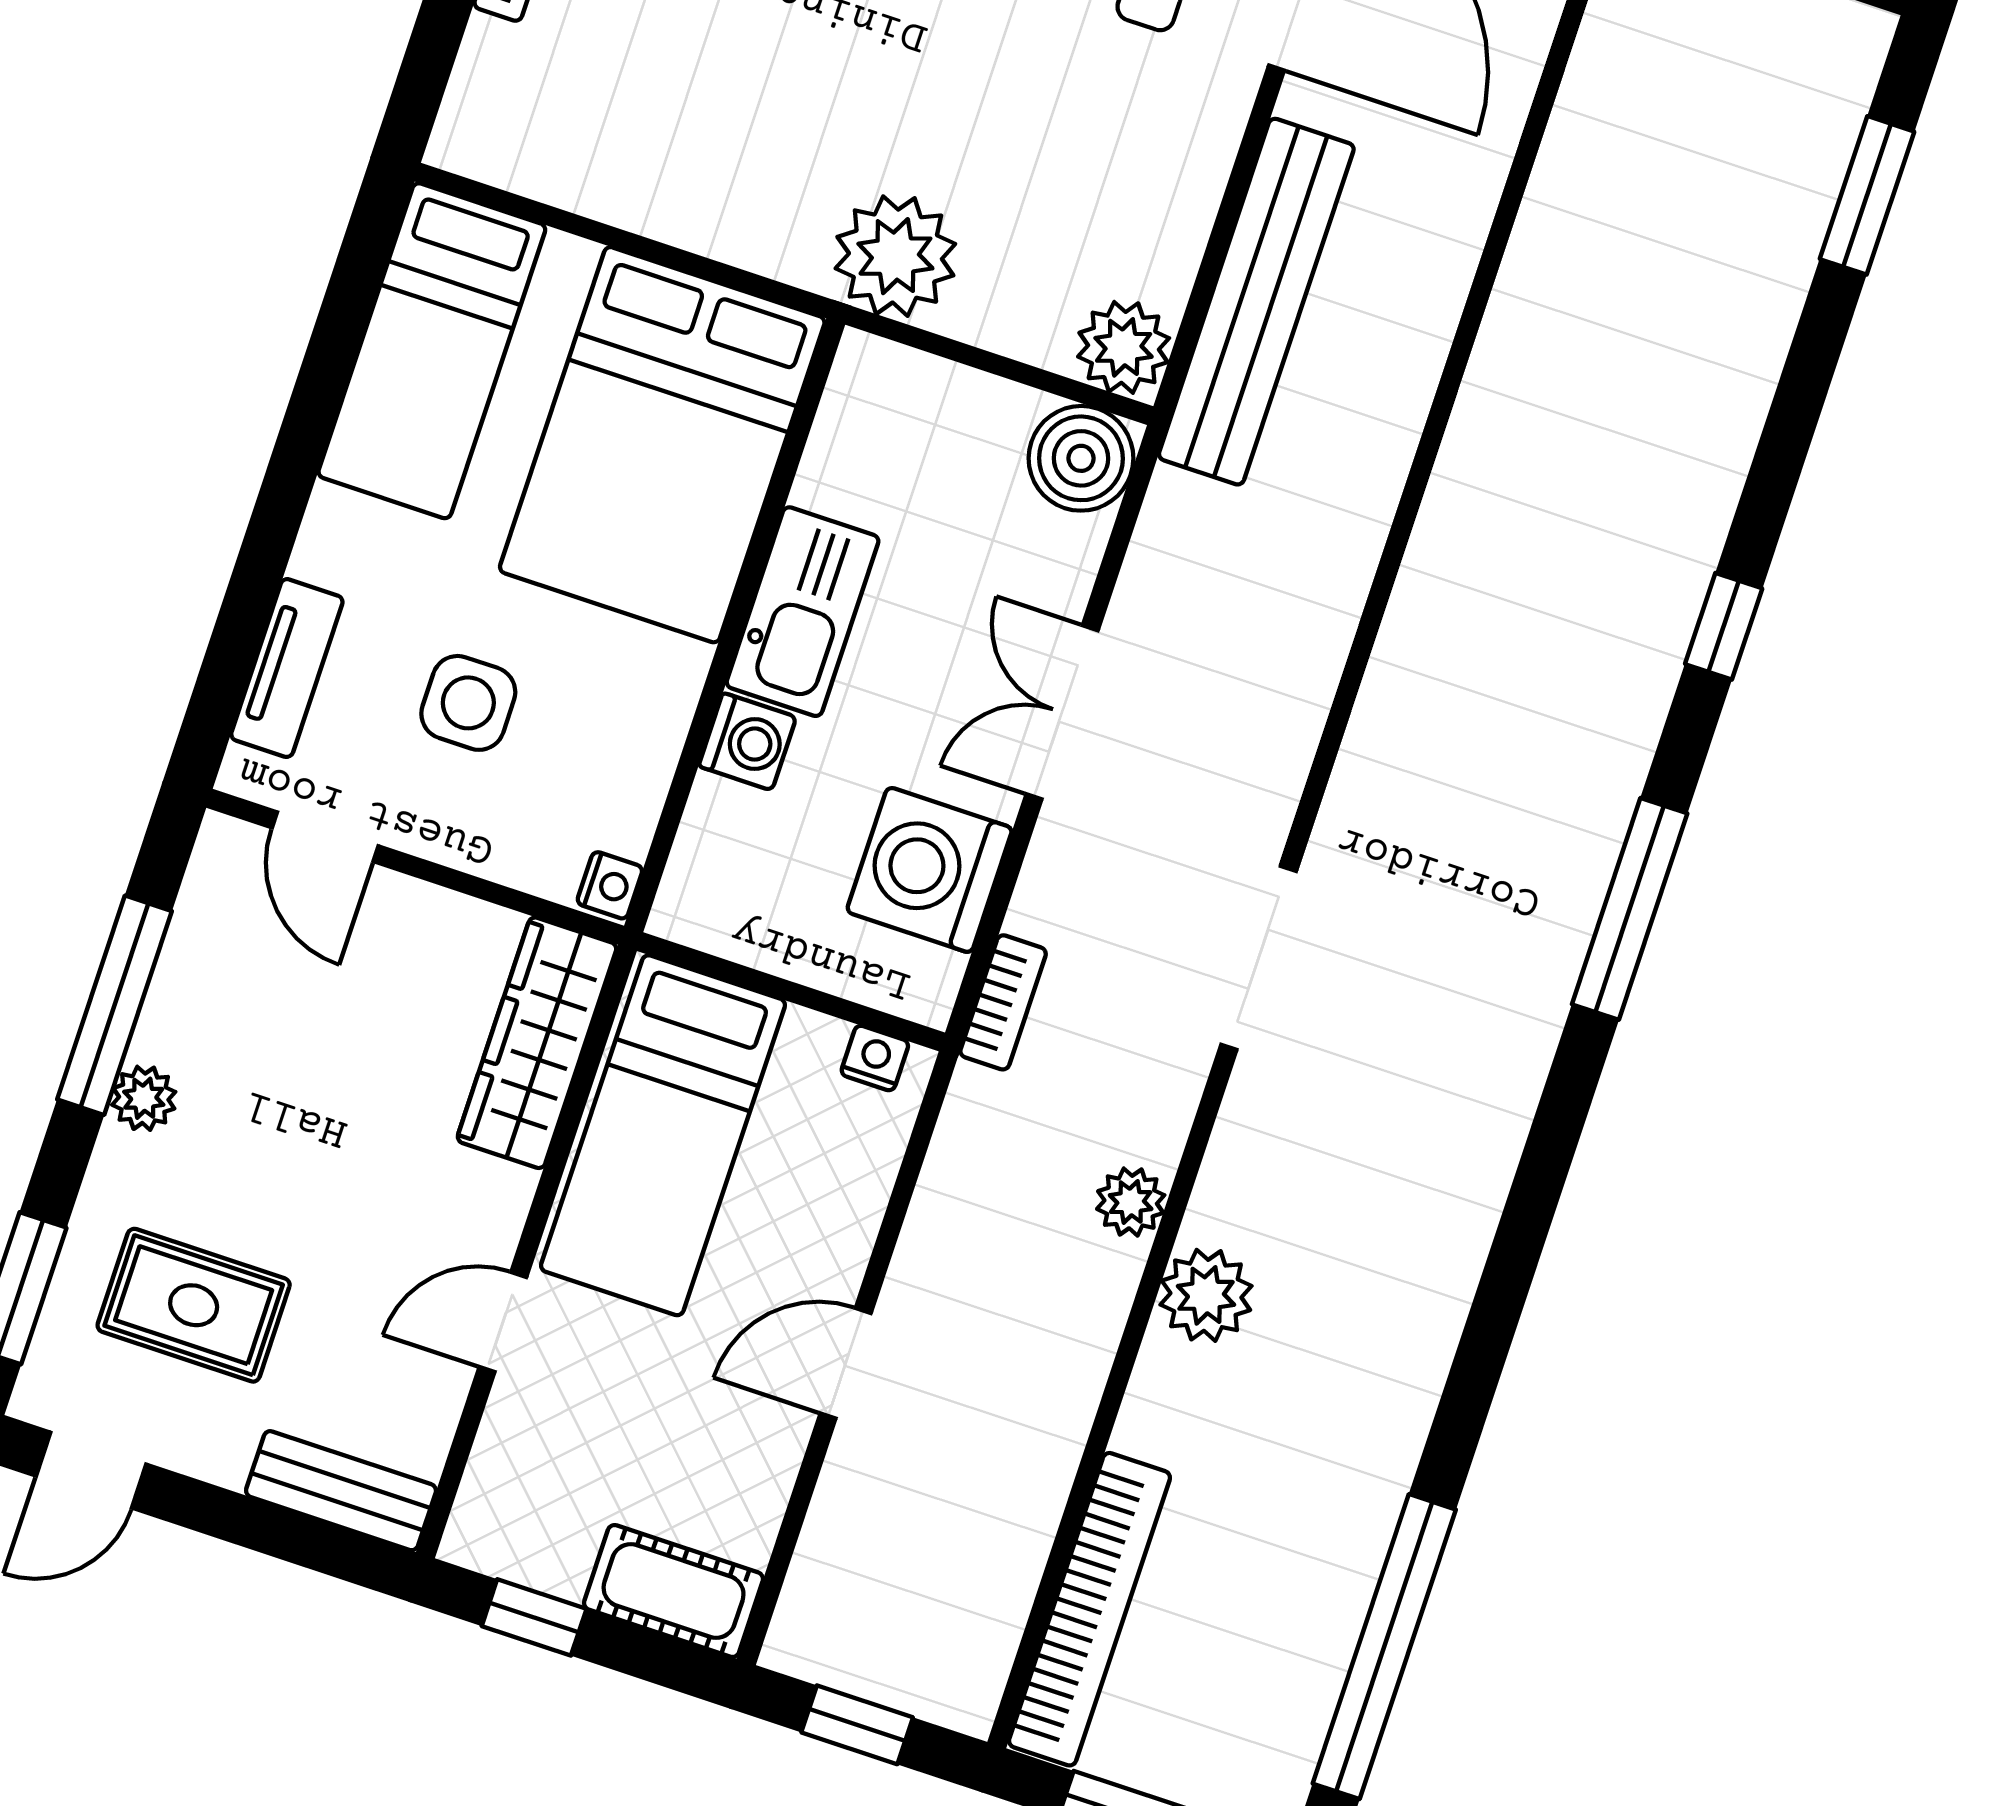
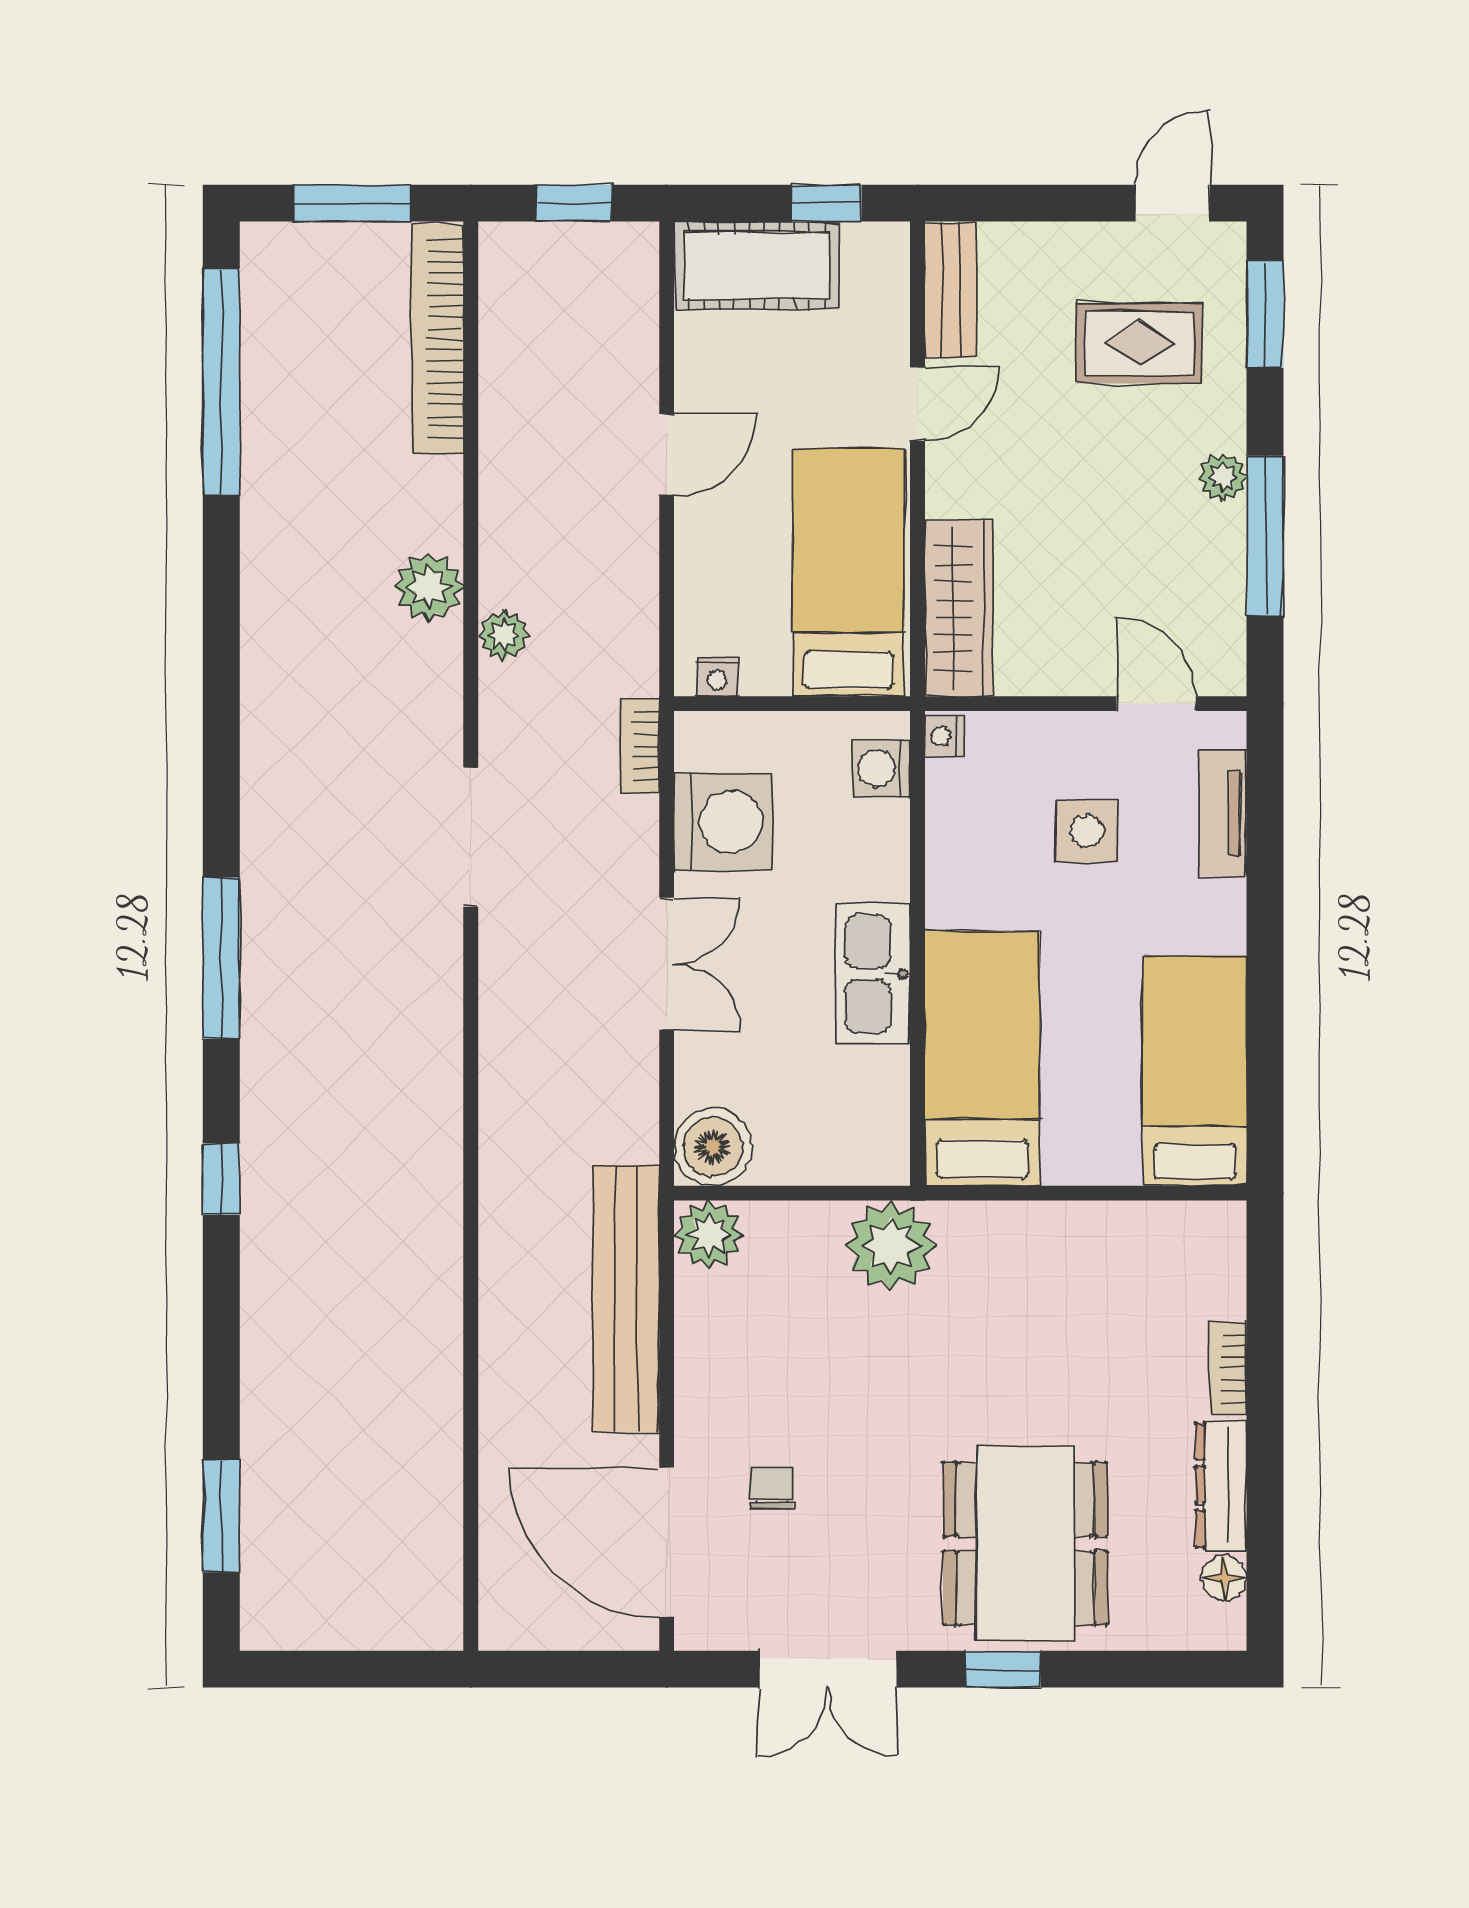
bed: (662, 445) -> (982, 1058), width x0.67
washing machine: (747, 742) -> (881, 768), moved
bench: (341, 1491) -> (950, 290), moved, turned 90
cot: (674, 1591) -> (757, 266), width x1.37, depth x1.34

